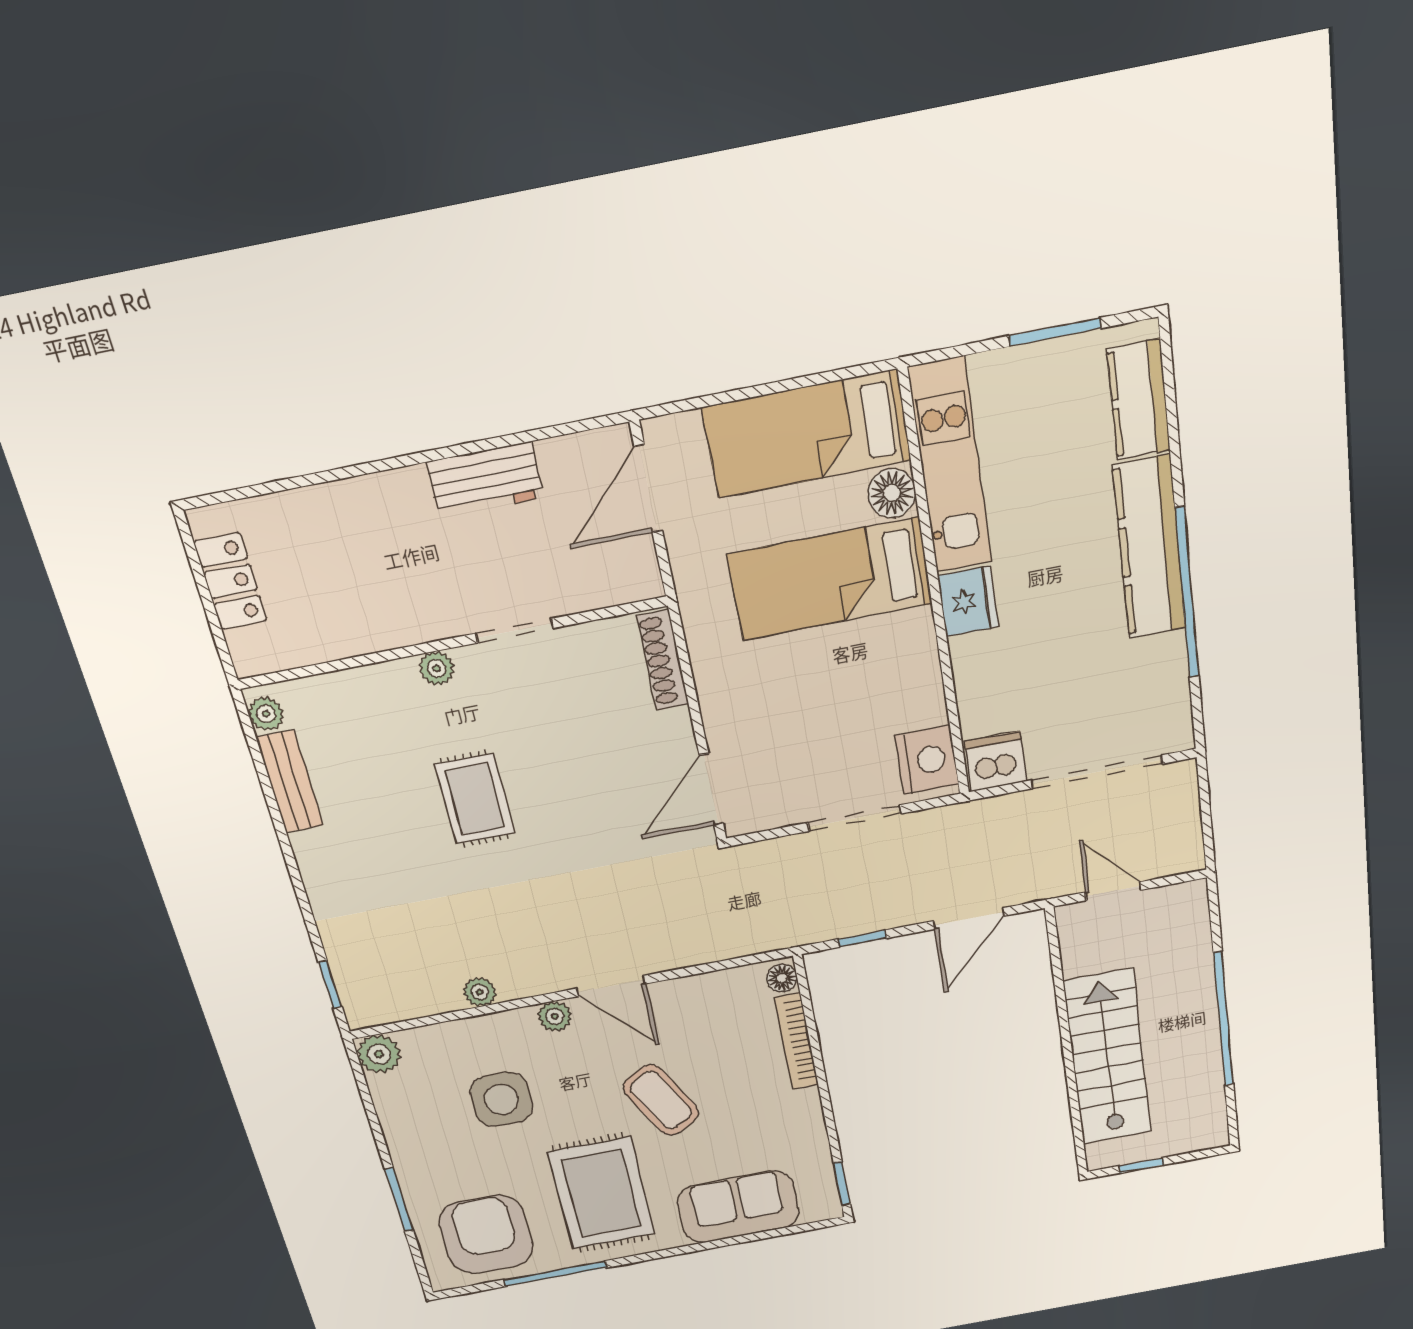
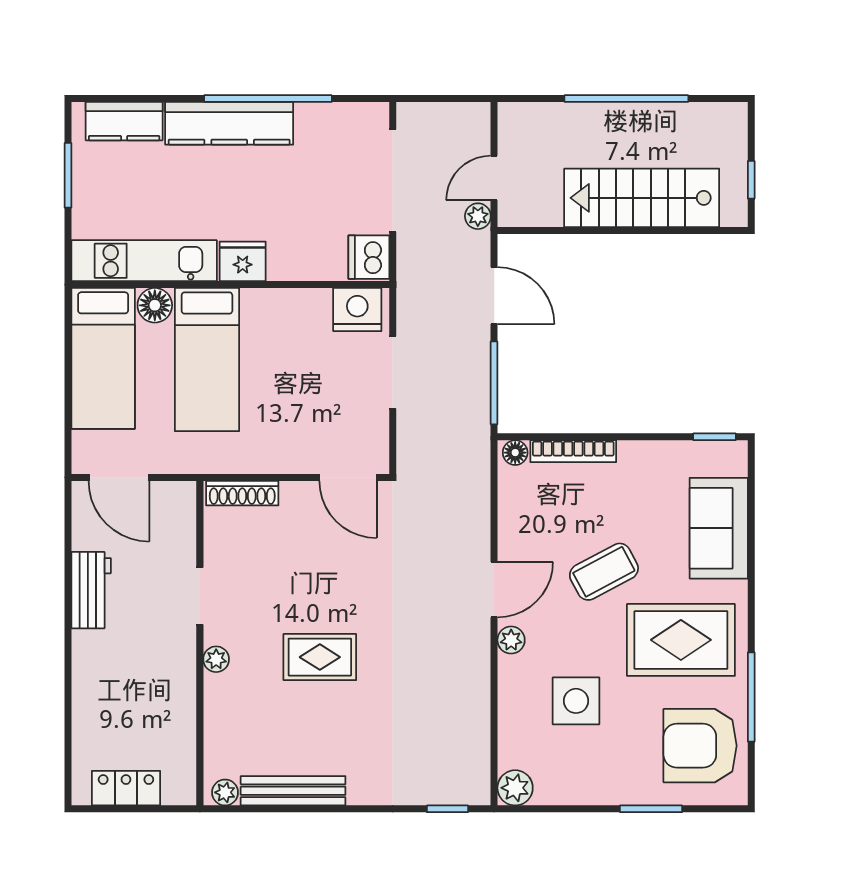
bench: (290, 782) -> (293, 791), width x1.36
window: (862, 939) -> (494, 383), width x2.17
plant: (480, 992) -> (478, 216), moved

